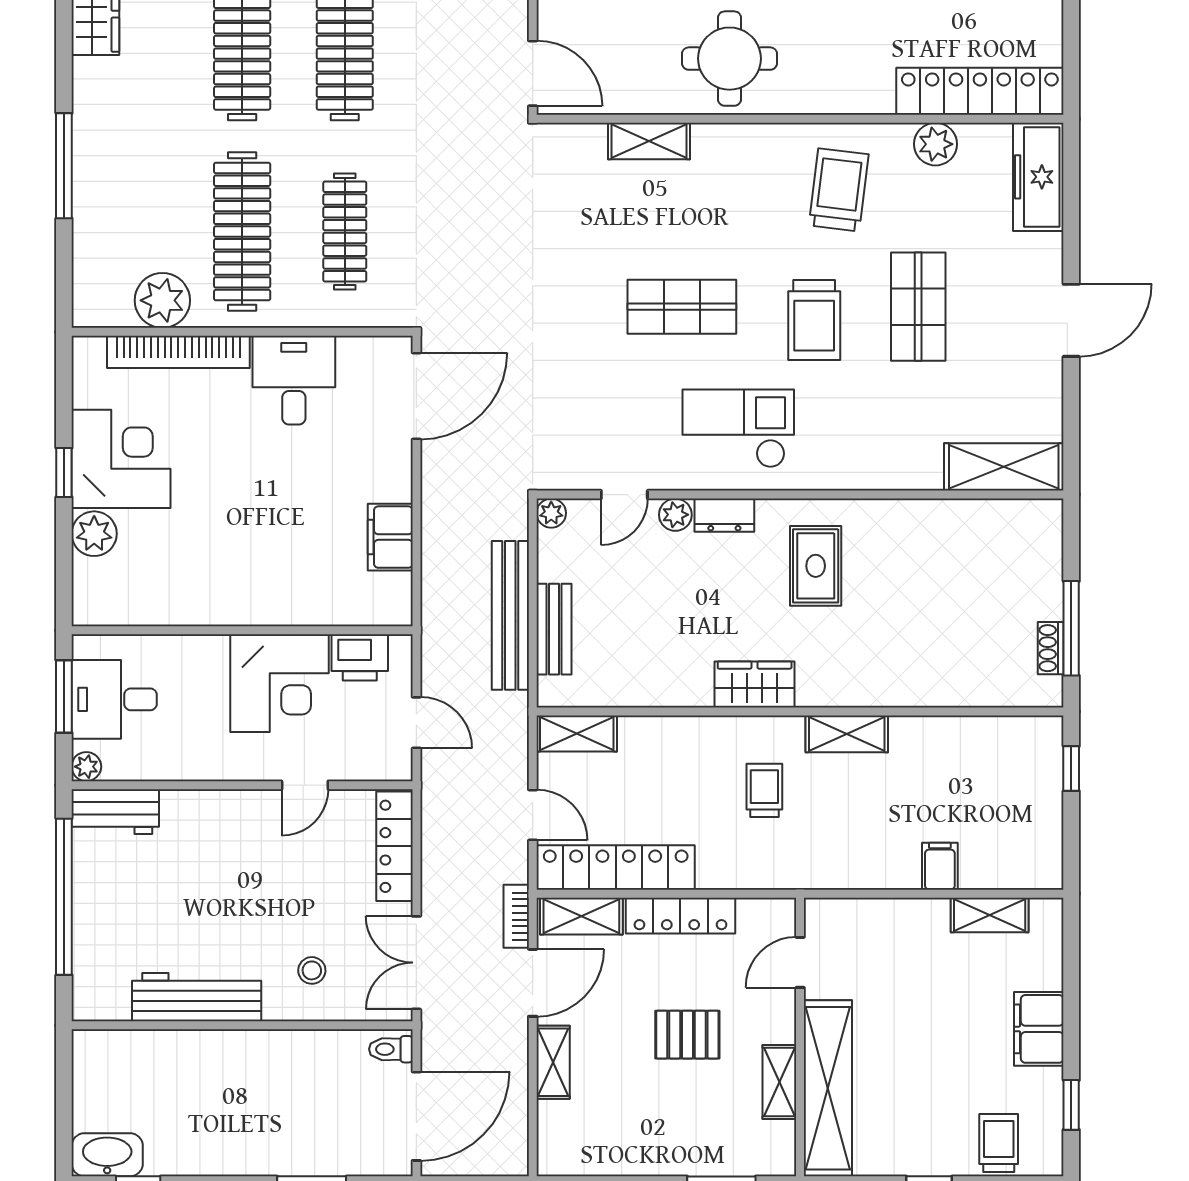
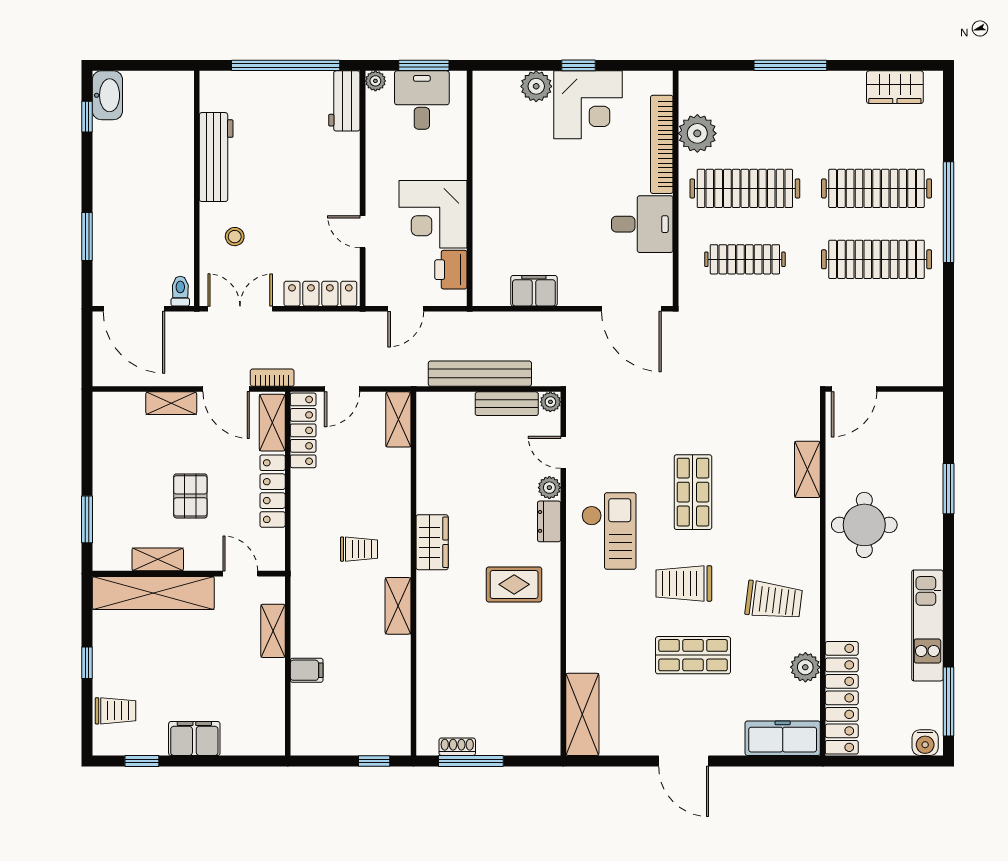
bench: (554, 629) -> (507, 404), moved
locker: (616, 867) -> (303, 430), width x0.71, depth x0.83
shelving: (990, 915) -> (273, 631), moved

